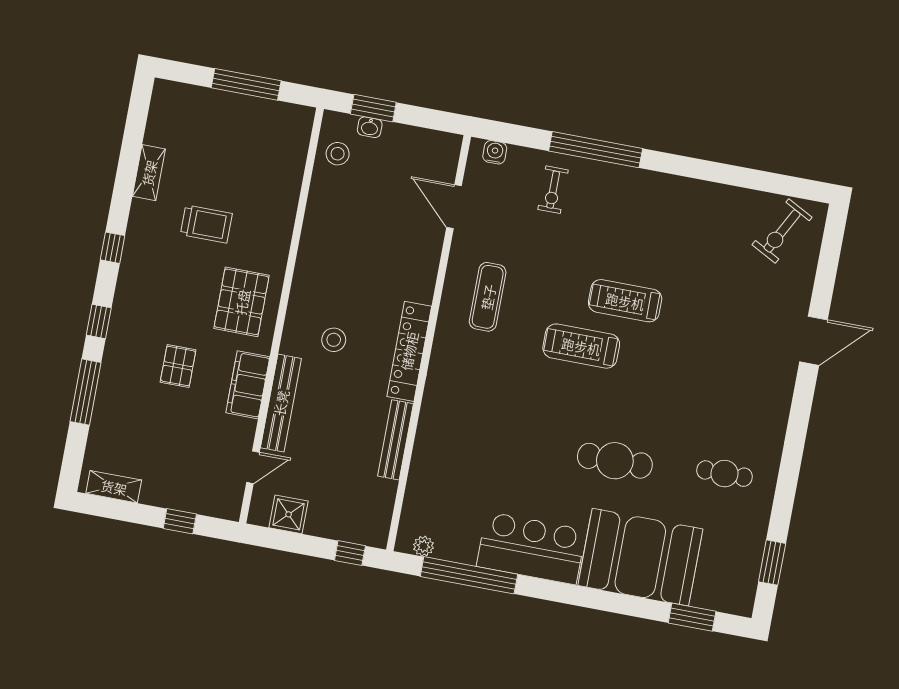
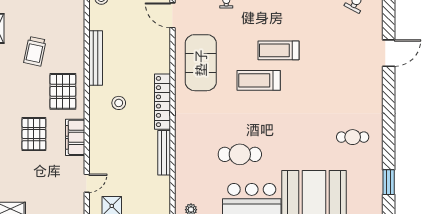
trolley: (206, 224) -> (35, 51), turned 102
exercise mat: (488, 297) -> (201, 63), width x2.00, depth x1.45
pallet: (178, 366) -> (34, 134), width x1.50, depth x1.42
bench: (281, 403) -> (96, 58), moved
cafe table: (615, 461) -> (240, 154), moved

